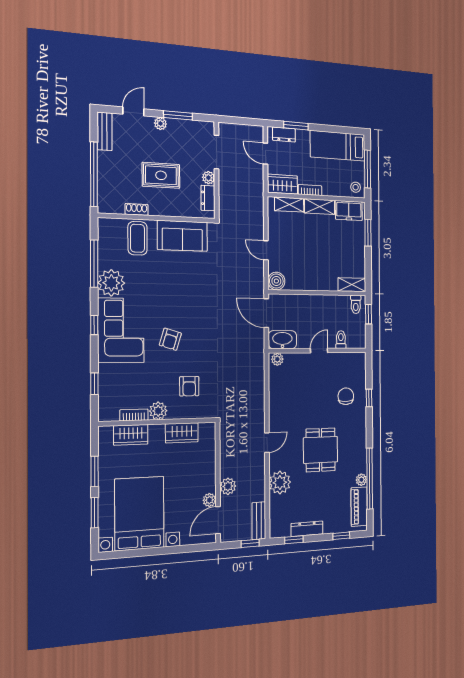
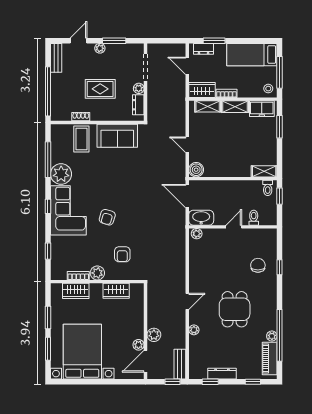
plant: (280, 483) -> (194, 330), width x0.53, depth x0.53

